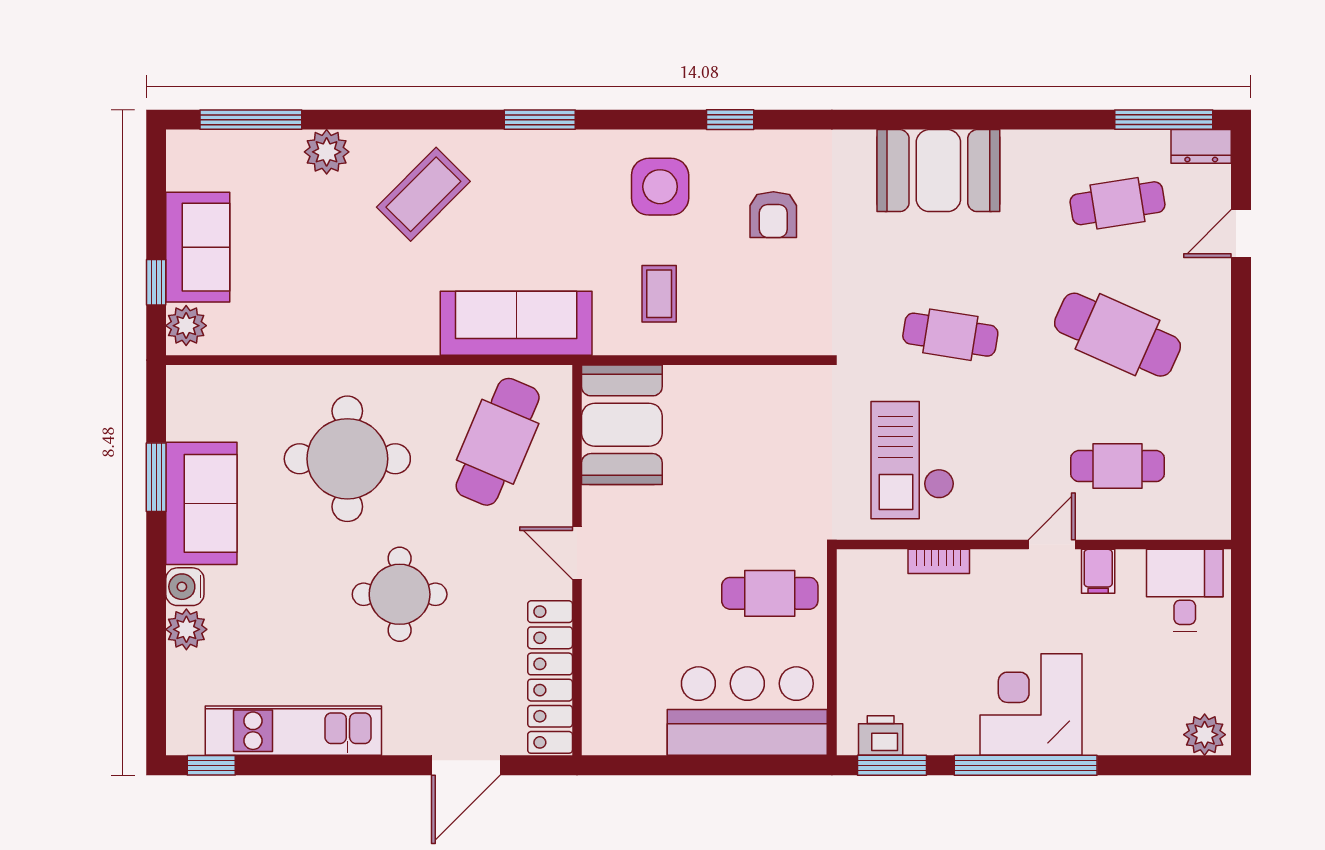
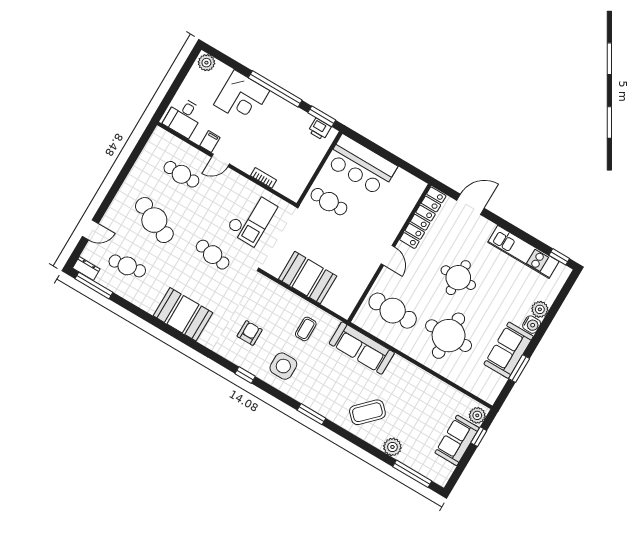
booth: (622, 425) -> (308, 278), moved, turned 90
cafe table: (498, 442) -> (393, 311), turned 67
corner desk: (1031, 705) -> (242, 98), moved

